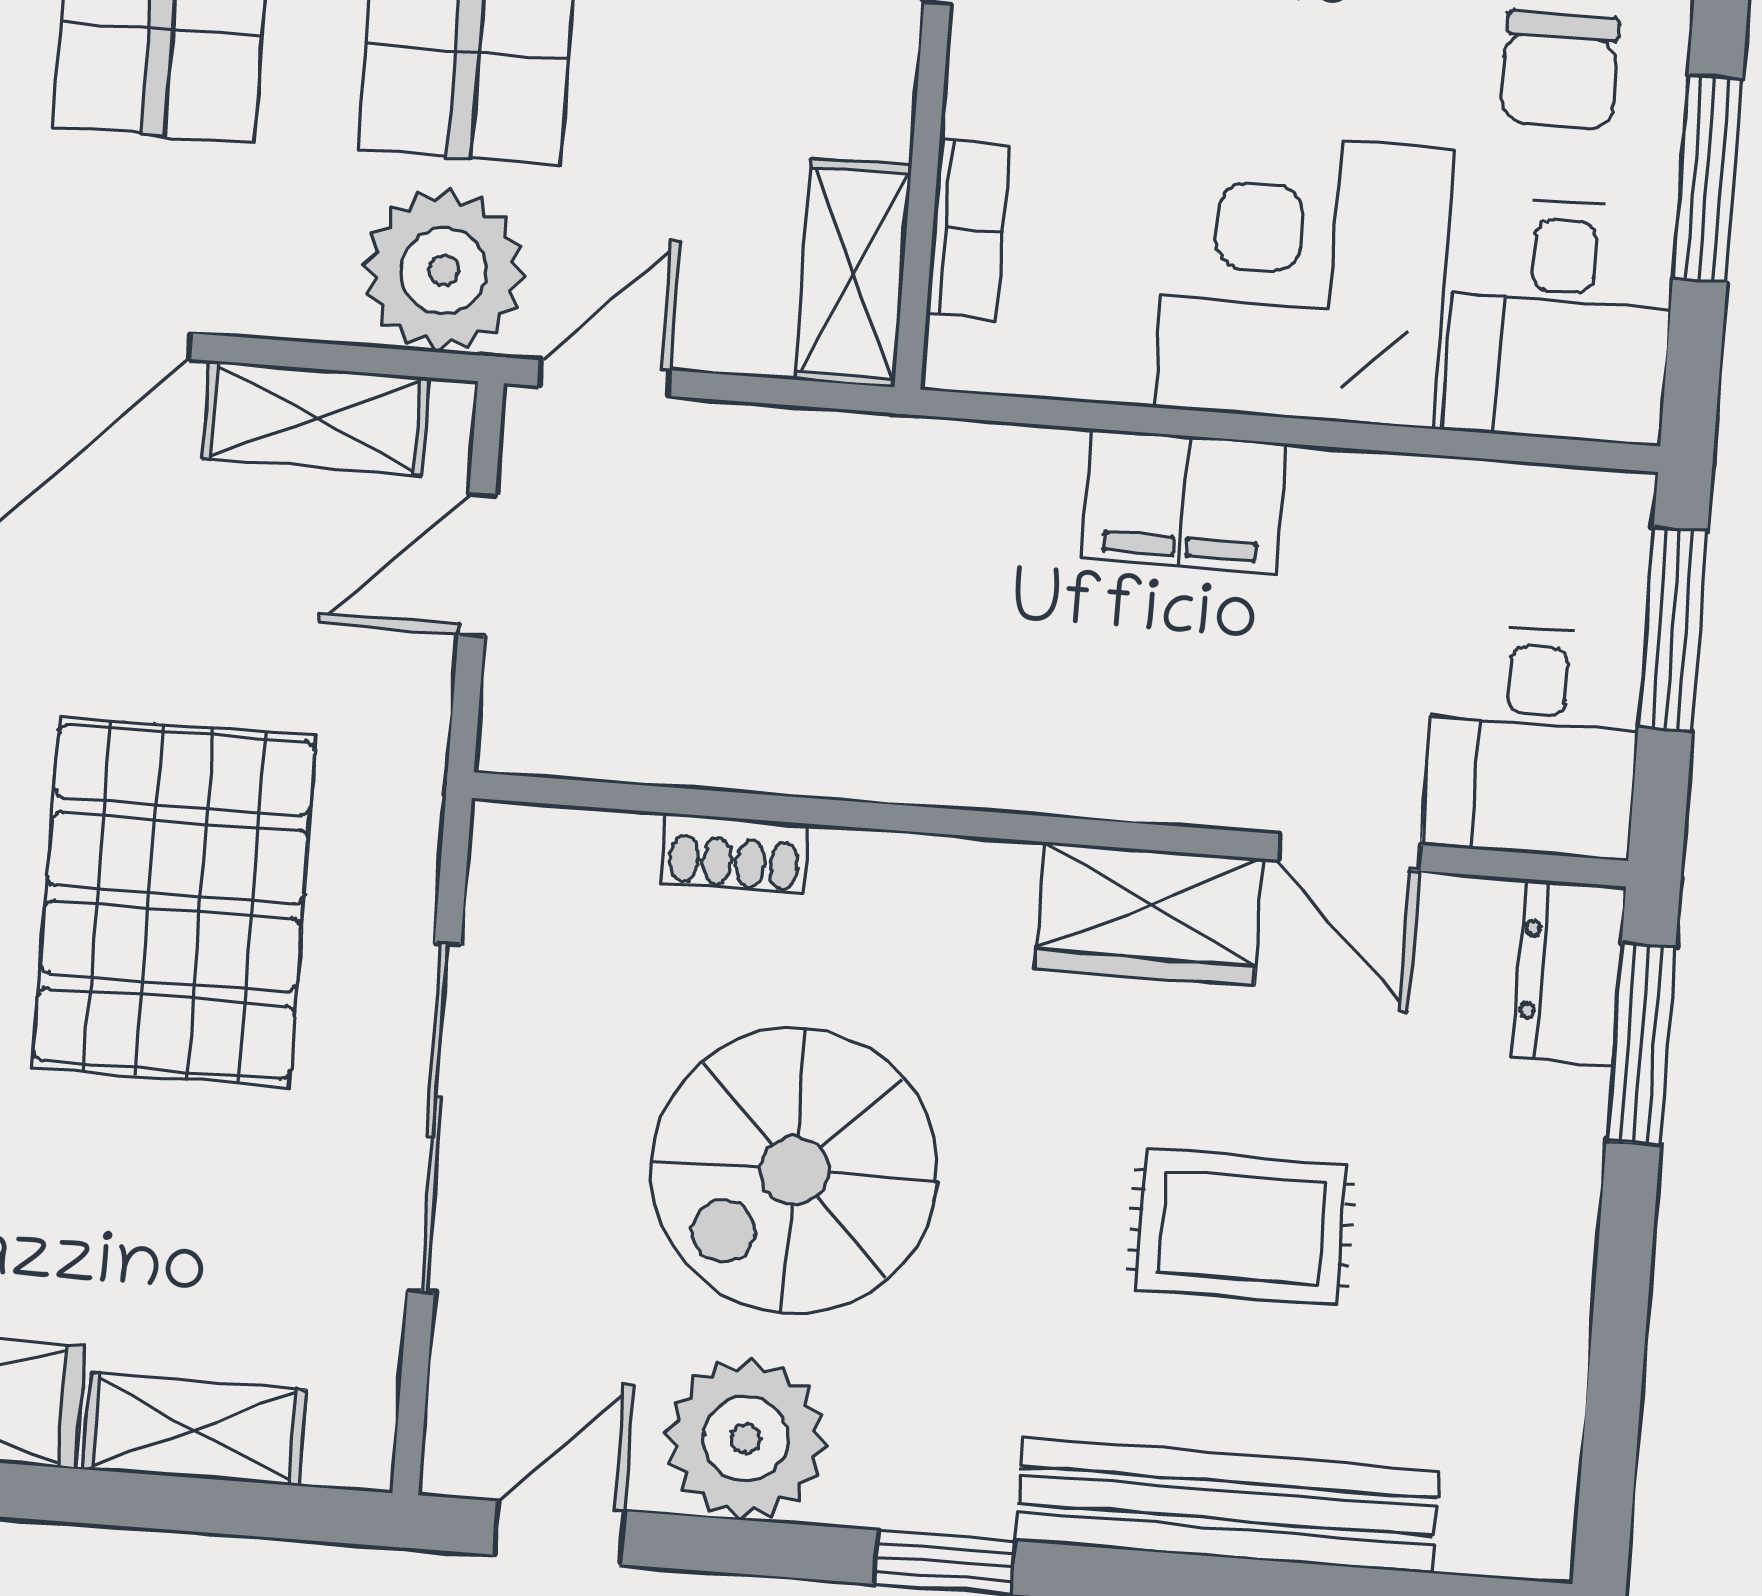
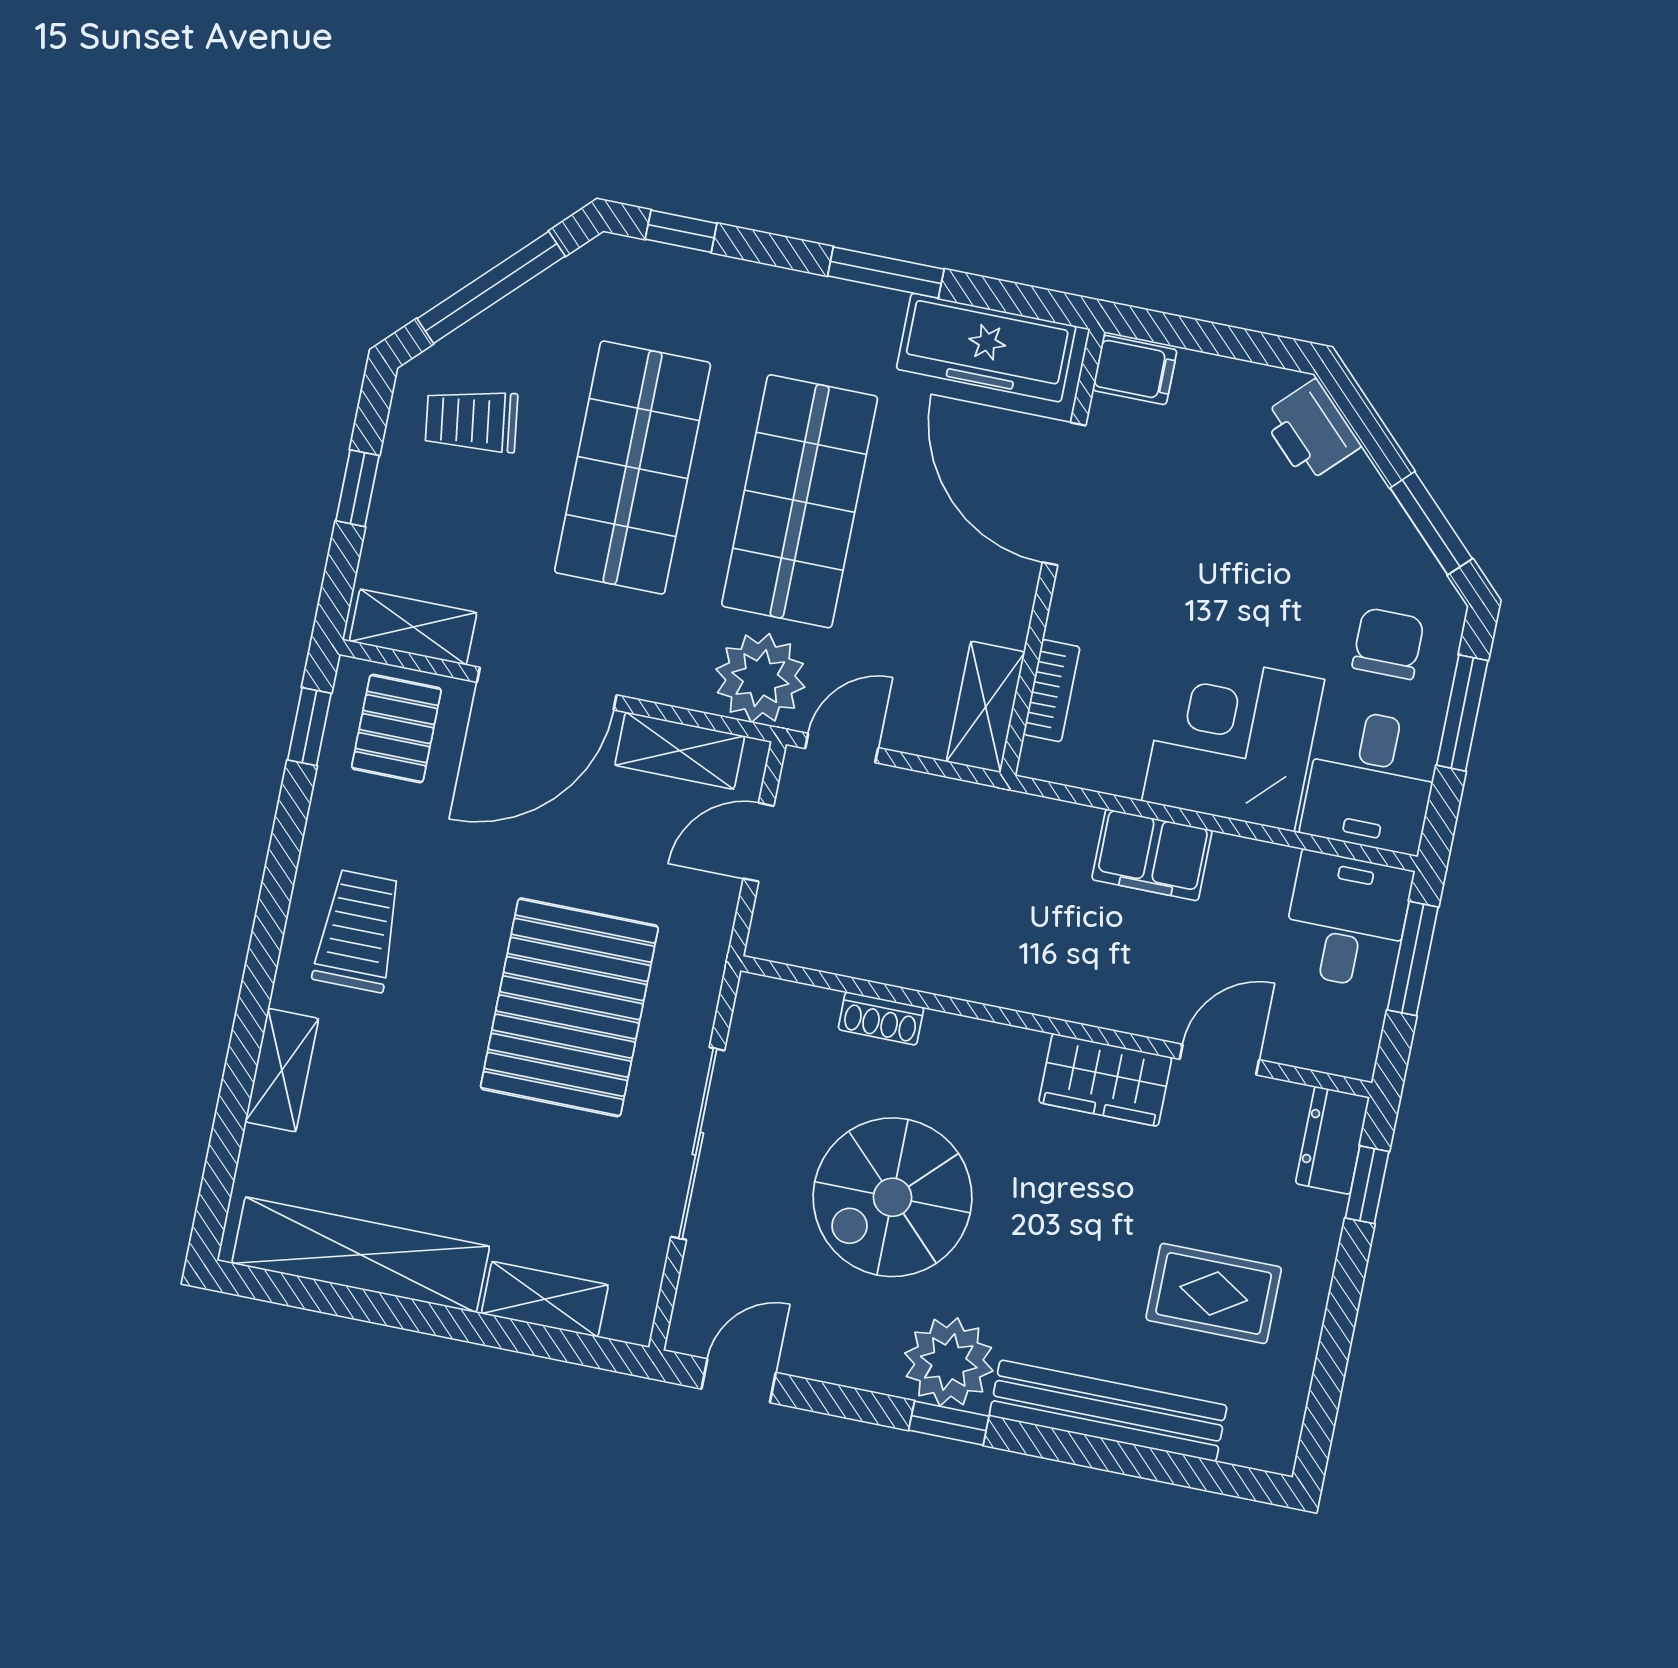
chair: (1560, 71) -> (1388, 643), turned 180
desk: (1533, 742) -> (1347, 920), moved, turned 180
door: (1349, 852) -> (1219, 1060), swing flipped
window: (1641, 1044) -> (1367, 1185), width x0.67
rug: (1241, 1227) -> (1214, 1293), moved
plant: (746, 1439) -> (949, 1362), moved

